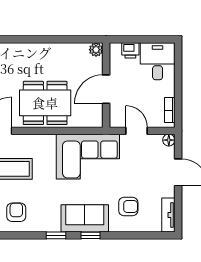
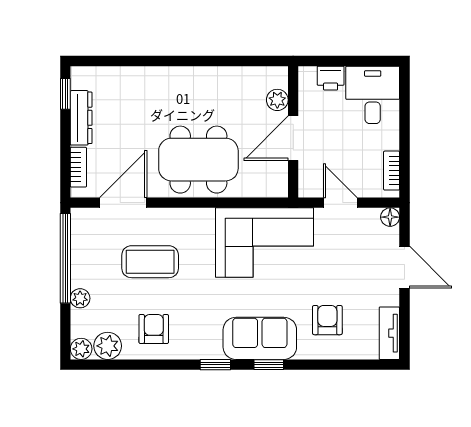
plant: (96, 50) -> (277, 100), moved
armchair: (128, 207) -> (327, 320), turned -90

